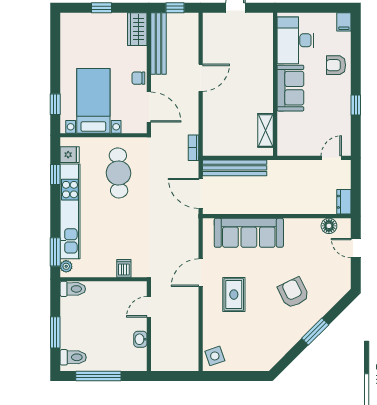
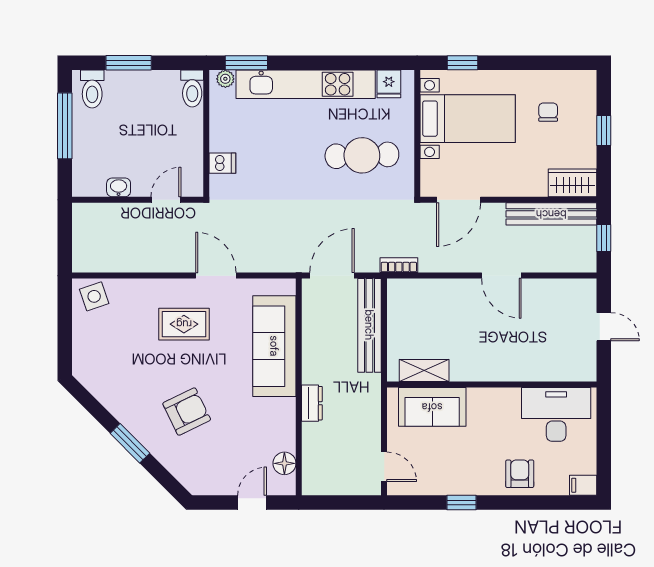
chair: (138, 78) -> (548, 112), moved
sofa: (290, 88) -> (432, 407), moved
window: (55, 174) -> (360, 63), removed
dresser: (344, 202) -> (312, 403), moved, turned 90
door: (149, 307) -> (166, 200), hinge flipped

